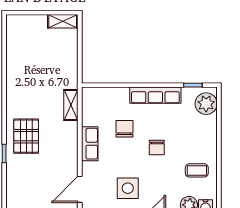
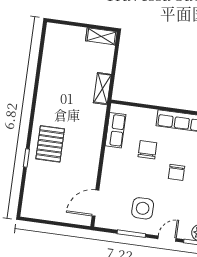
shelving: (71, 105) -> (102, 89), moved
row of seats: (90, 144) -> (115, 130), moved

